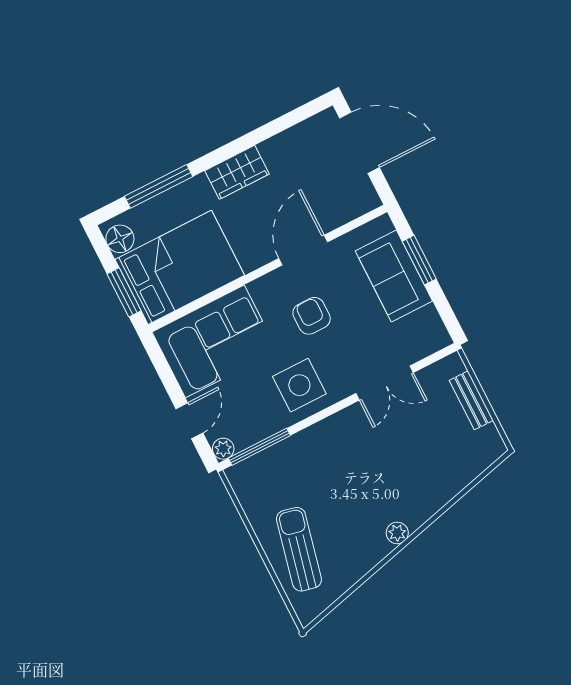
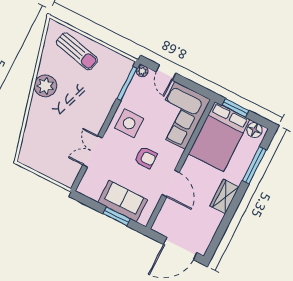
bench: (471, 400) -> (49, 171), removed
plant: (397, 533) -> (45, 86), width x1.88, depth x1.88

